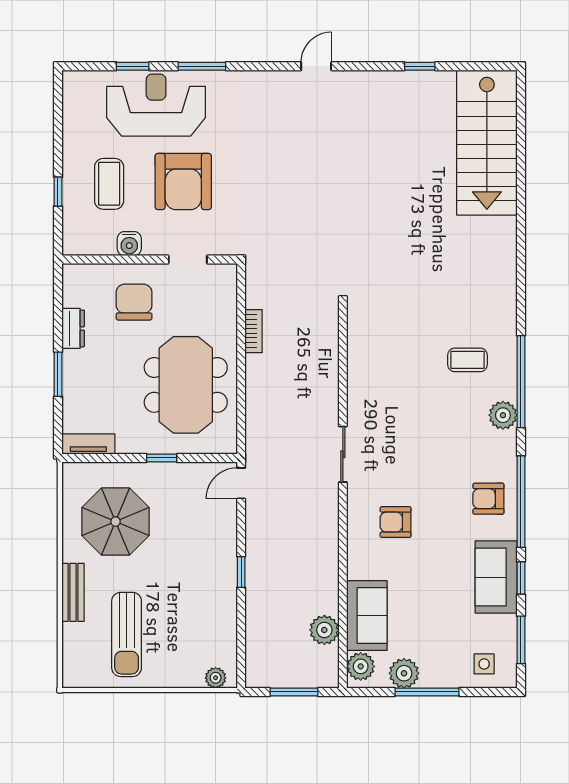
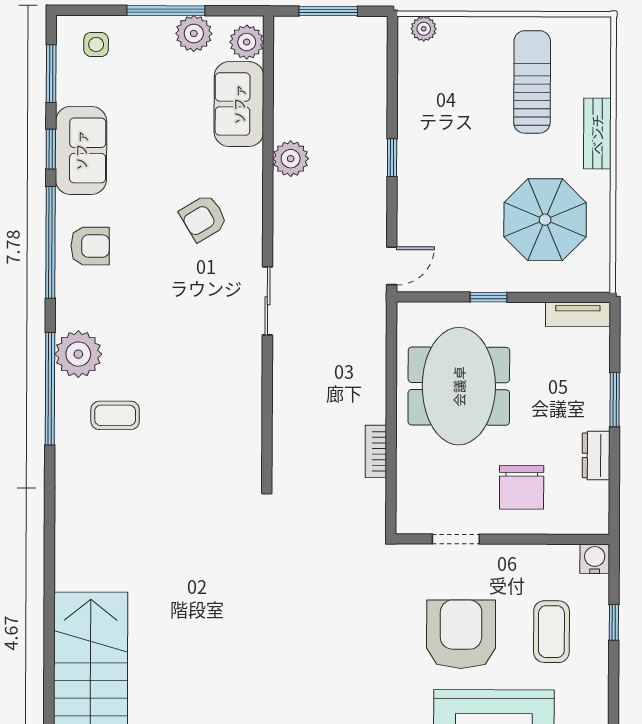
water cooler: (129, 244) -> (595, 559), moved
plant: (503, 415) -> (78, 354), width x1.36, depth x1.36
armchair: (396, 522) -> (203, 218), turned 149
plant: (324, 630) -> (291, 159), moved

